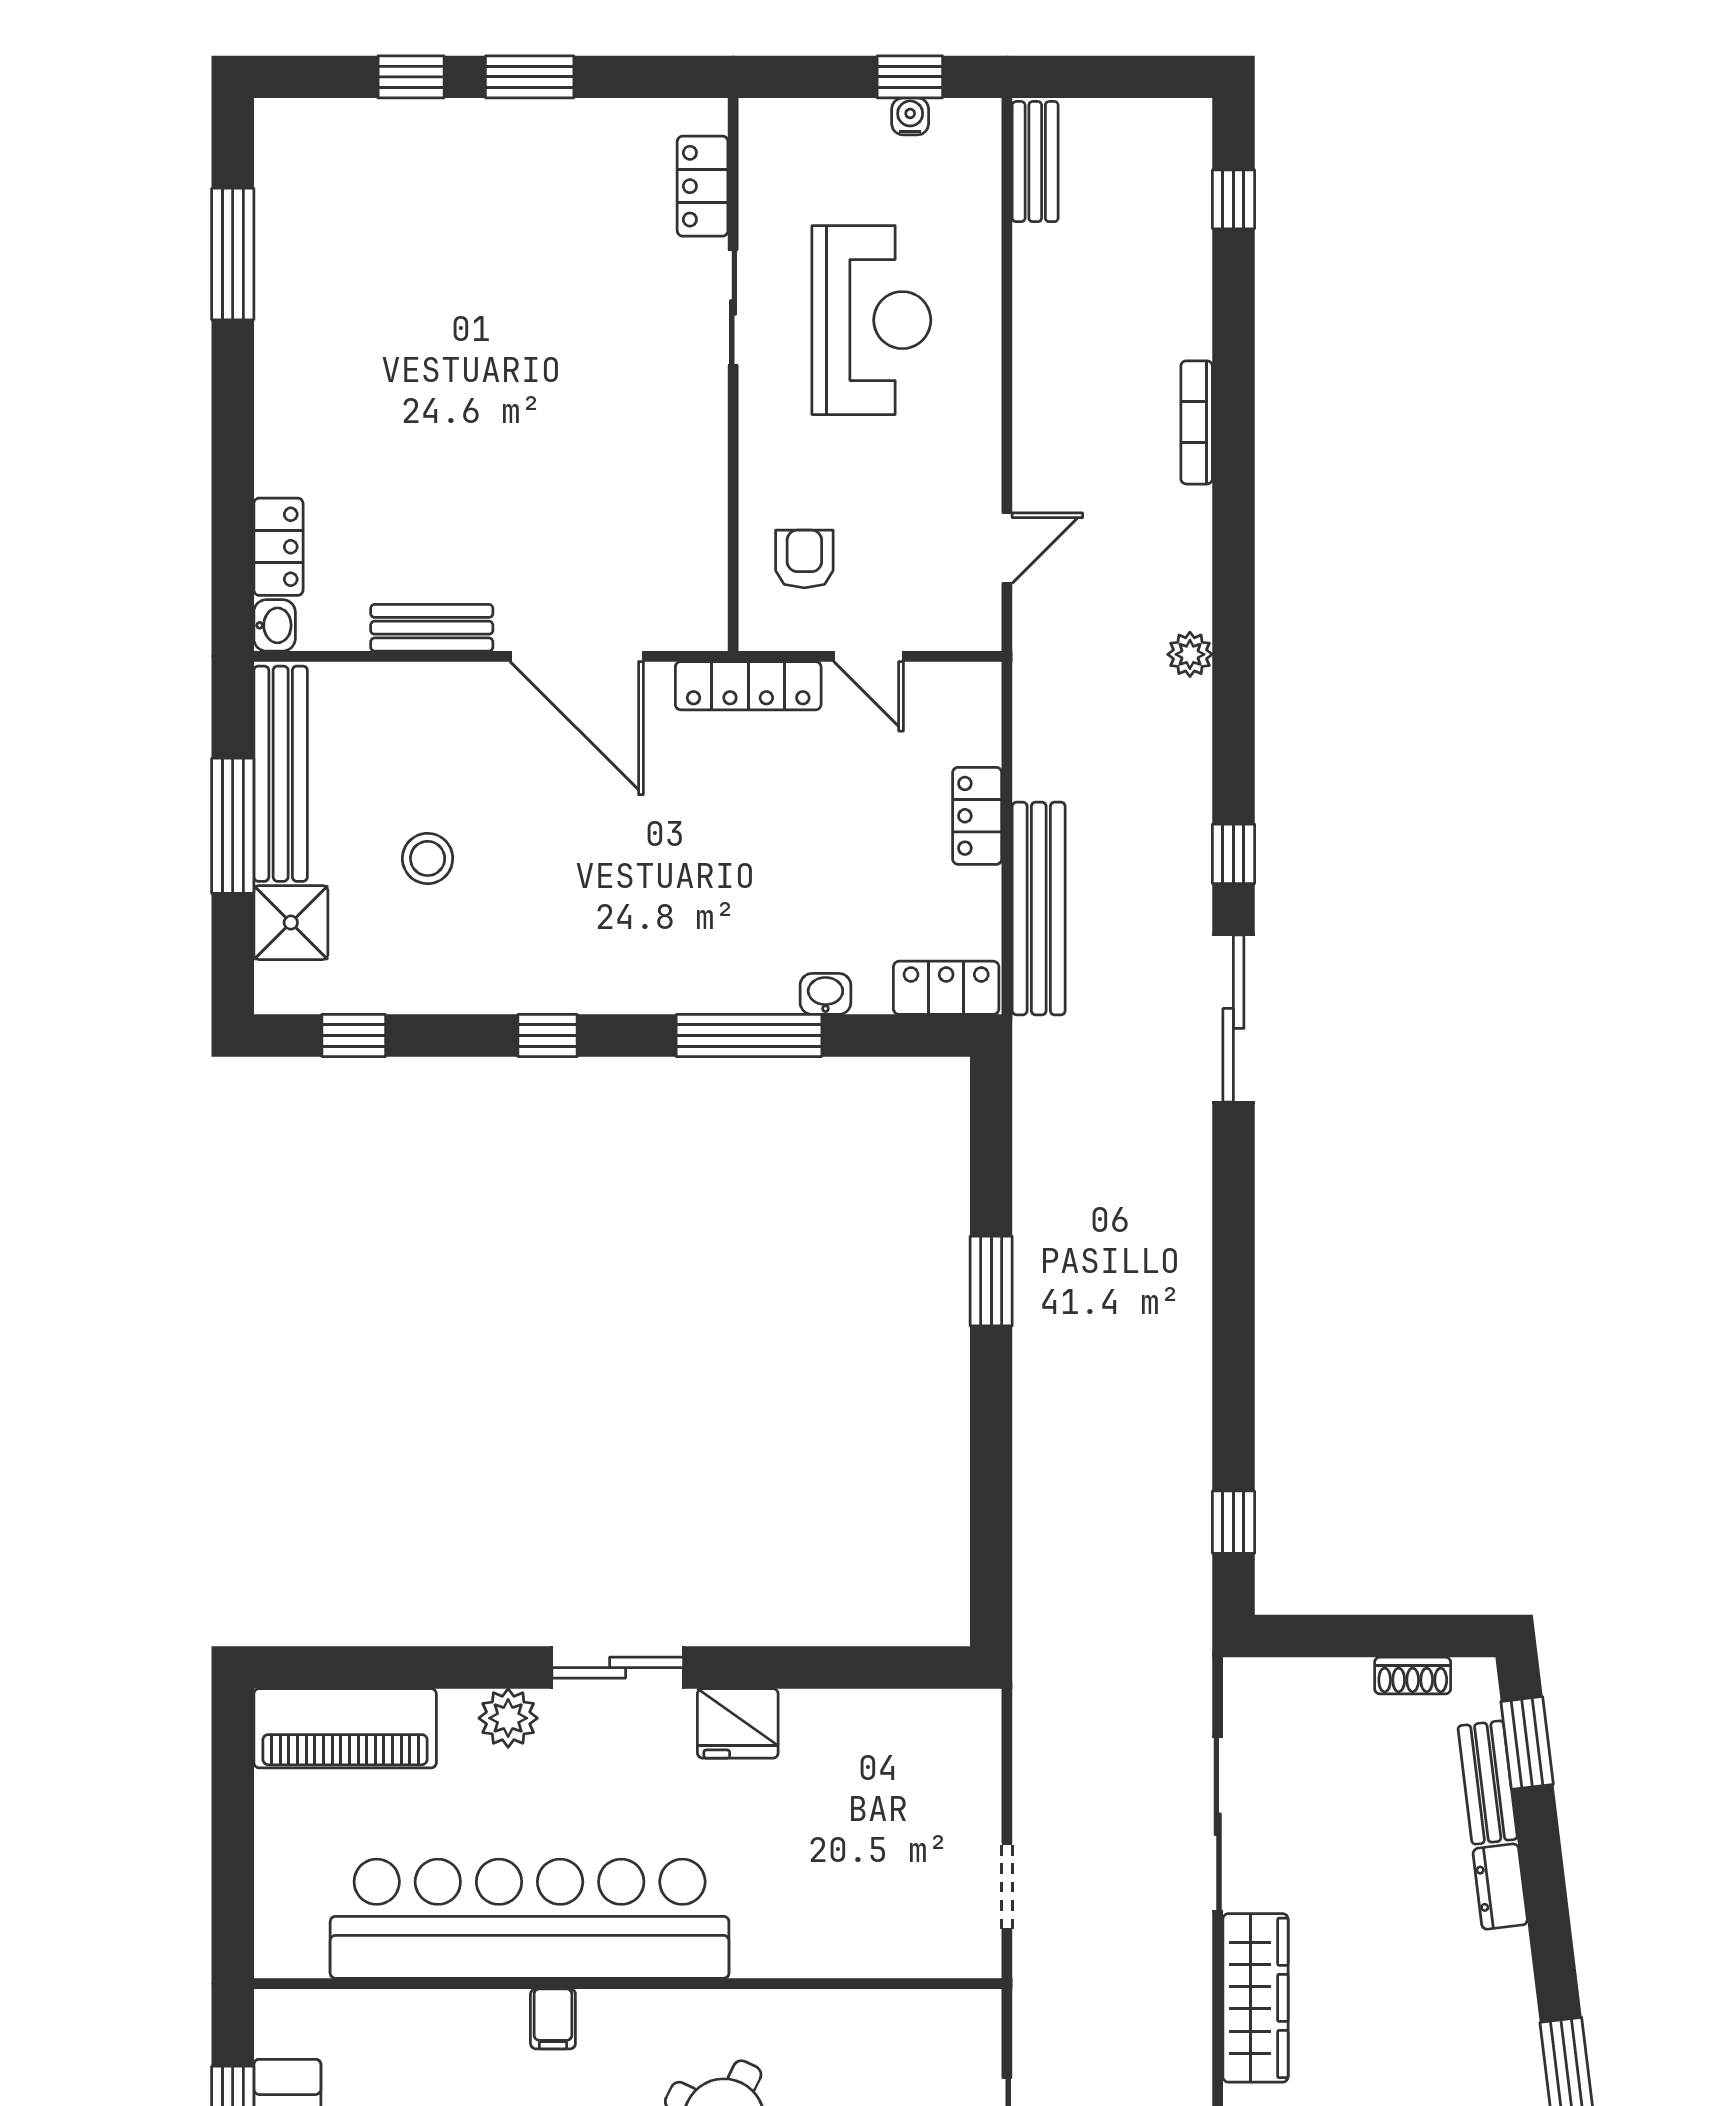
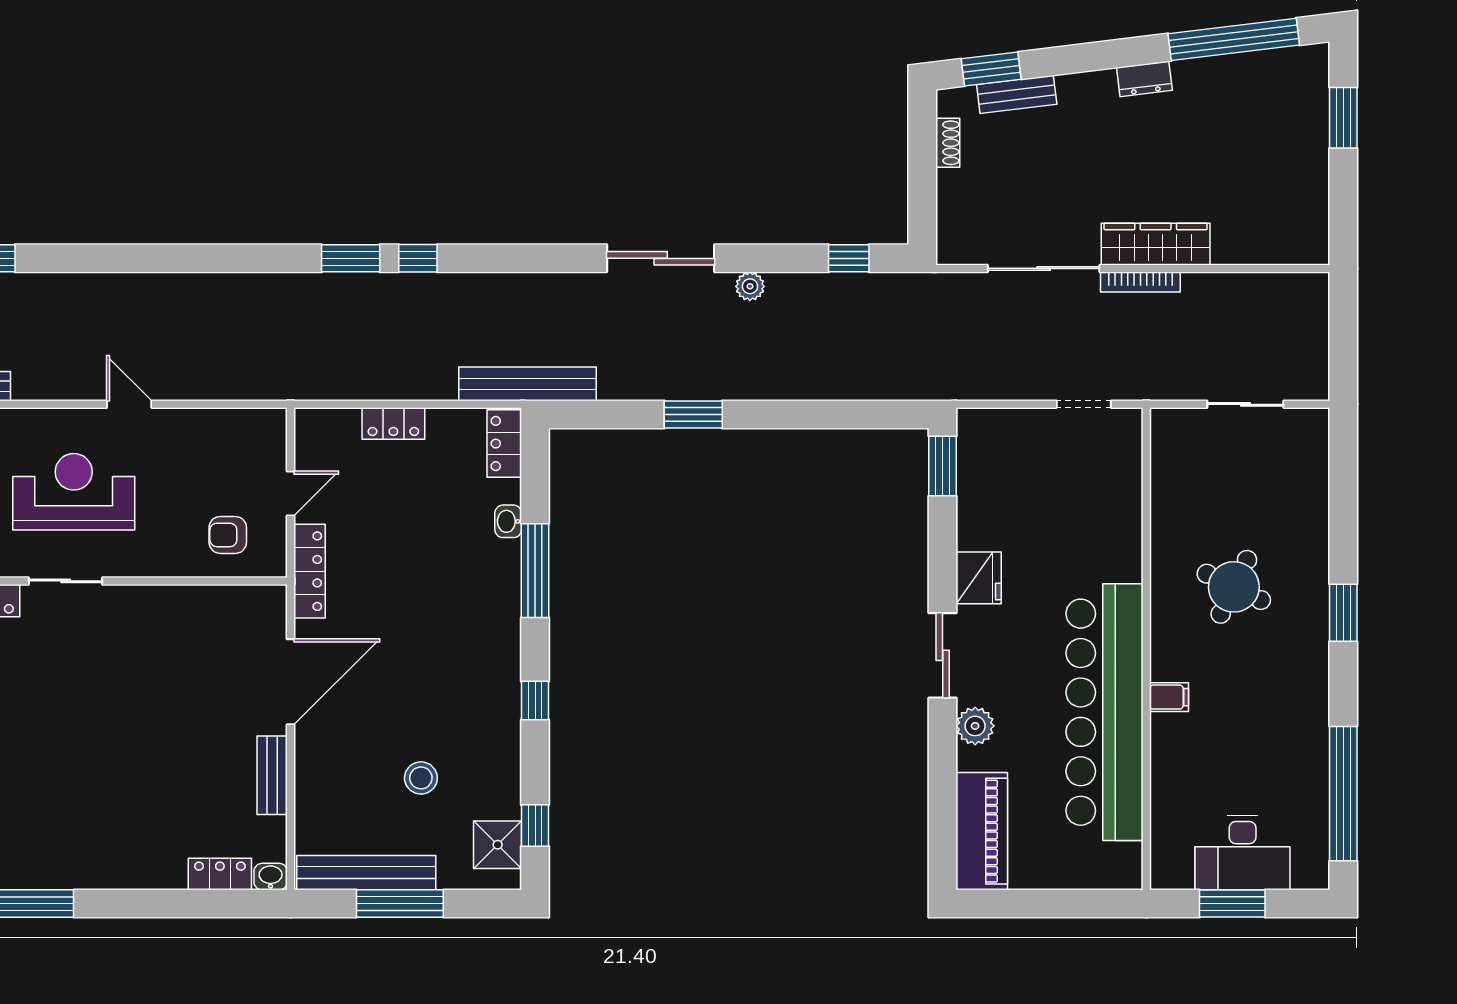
bookcase: (1197, 422) -> (1140, 282), moved
door: (1007, 548) -> (129, 404), moved
plant: (1190, 654) -> (750, 286), moved
window: (1233, 749) -> (351, 258), added
bench: (1039, 908) -> (528, 384), moved
shower: (291, 923) -> (498, 845), moved
sliding door: (1233, 1018) -> (661, 258), moved
window: (911, 1668) -> (943, 466), added
dresser: (1500, 1887) -> (1144, 79), moved

